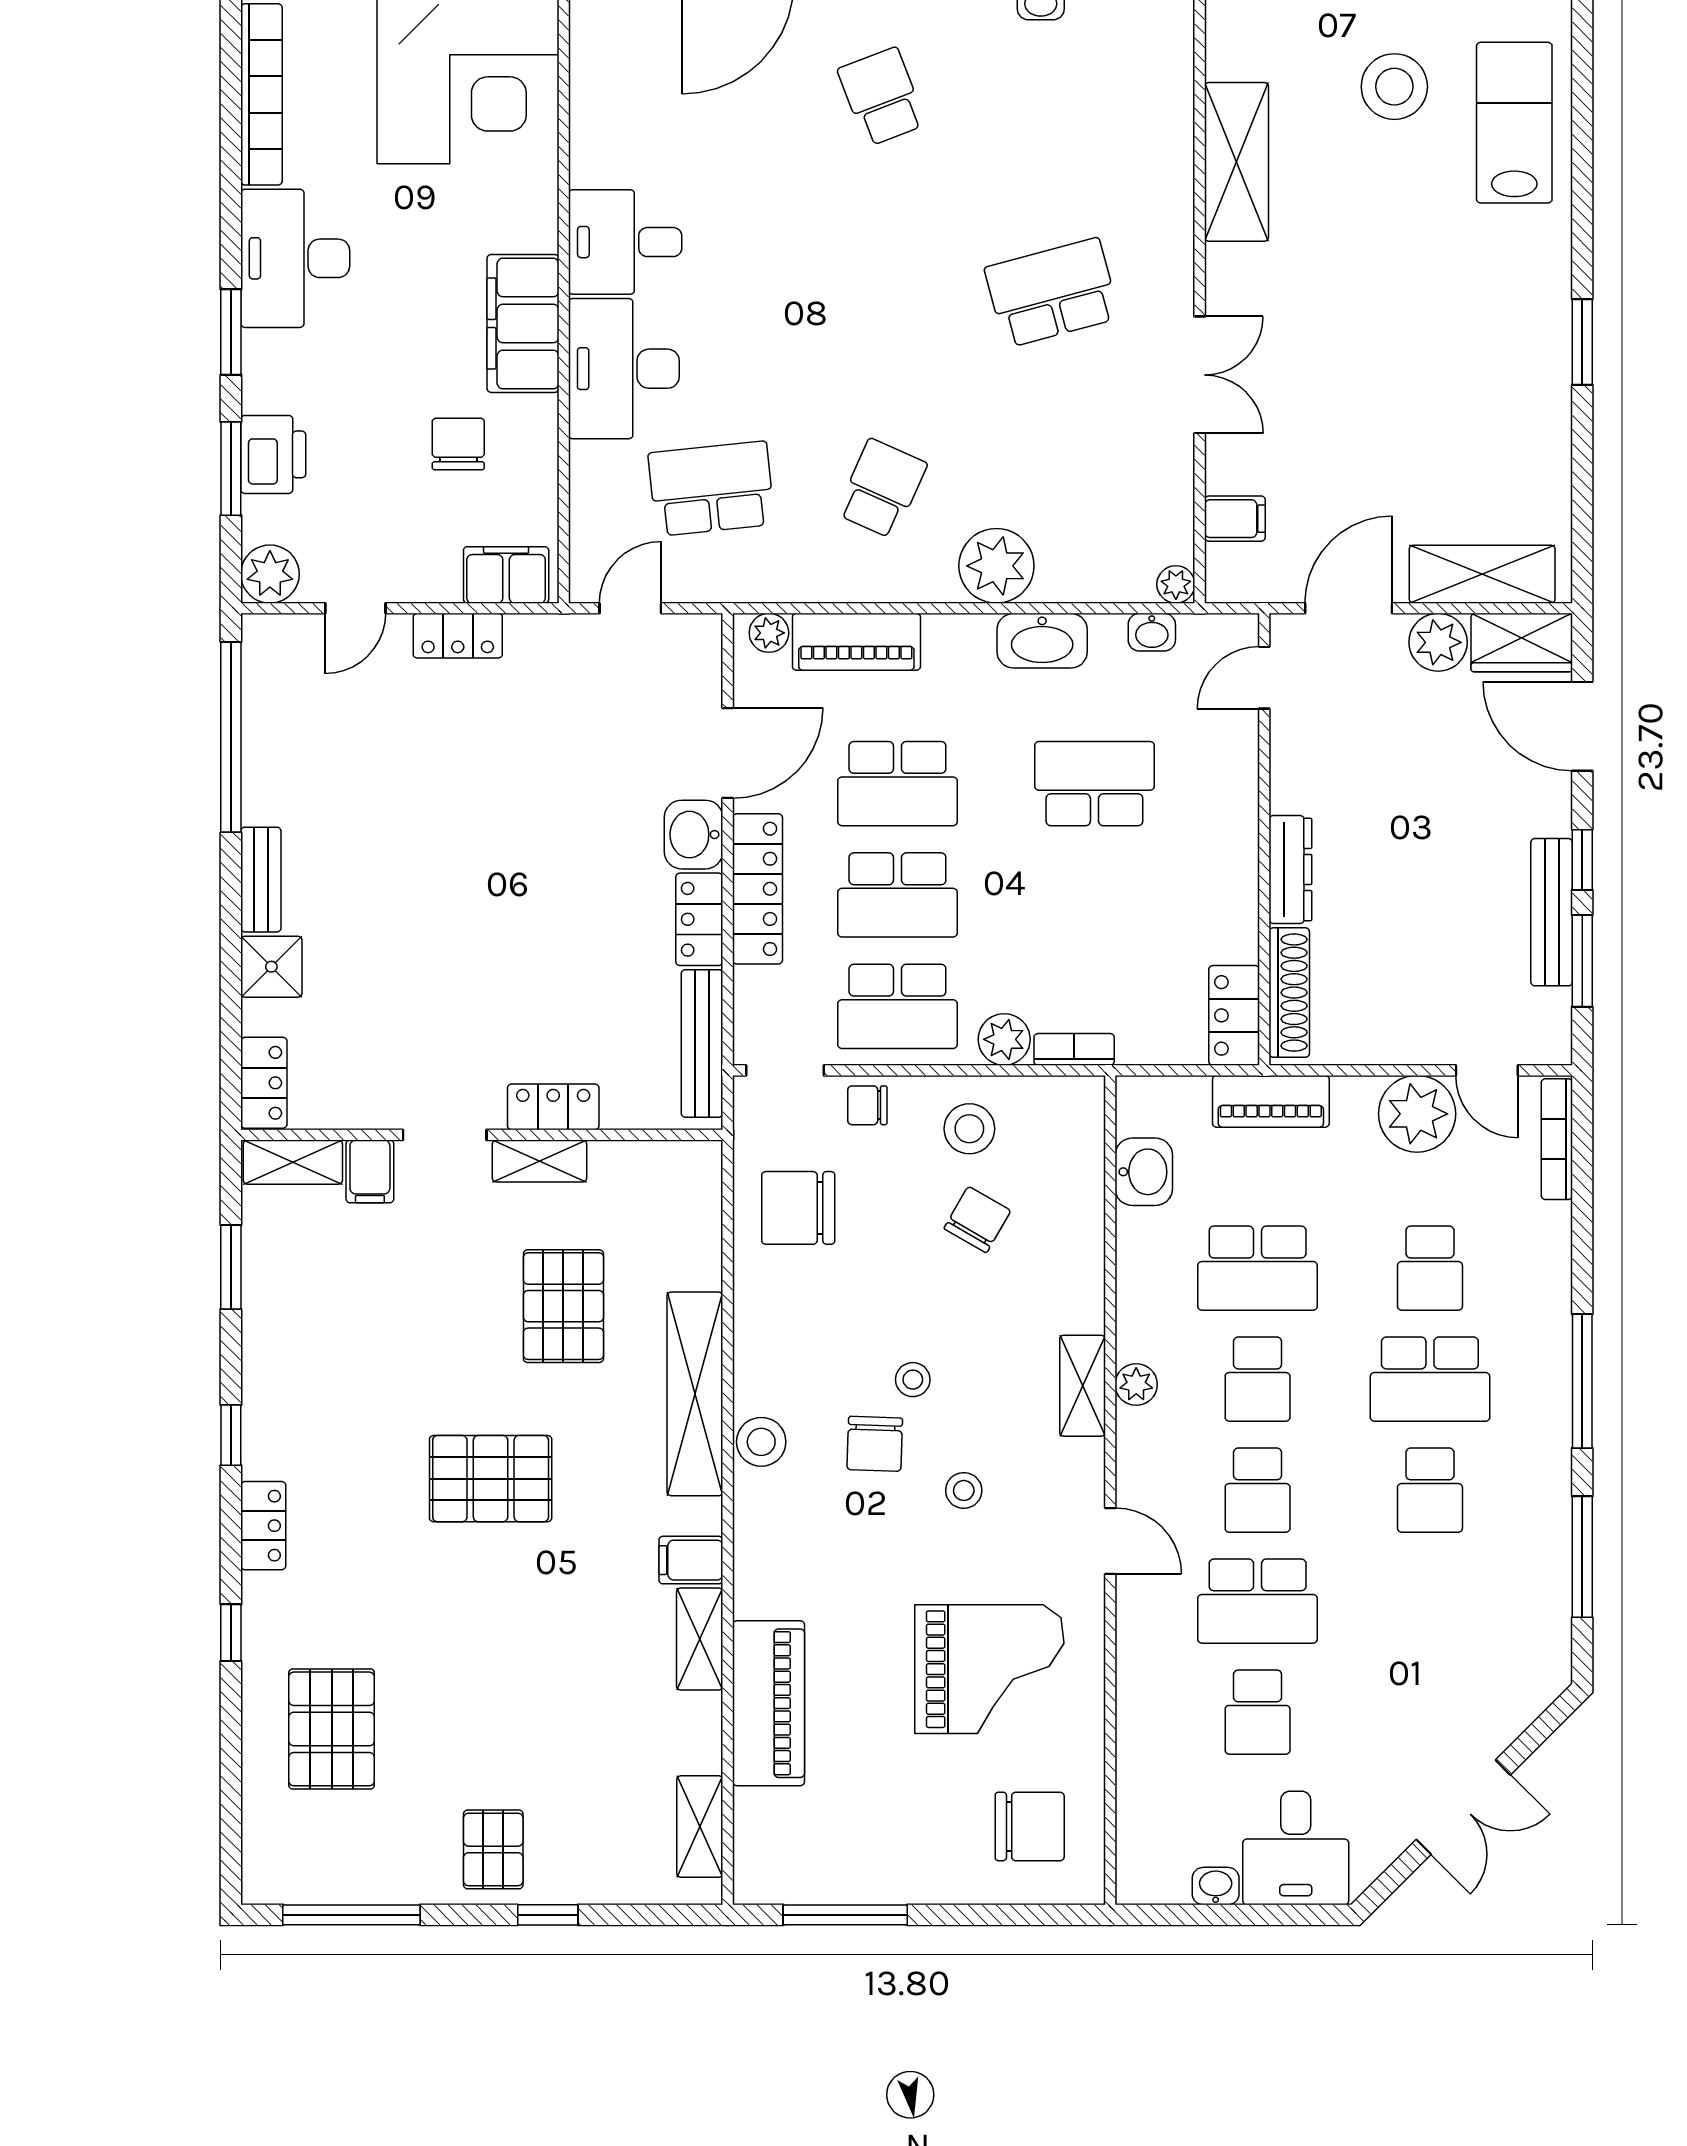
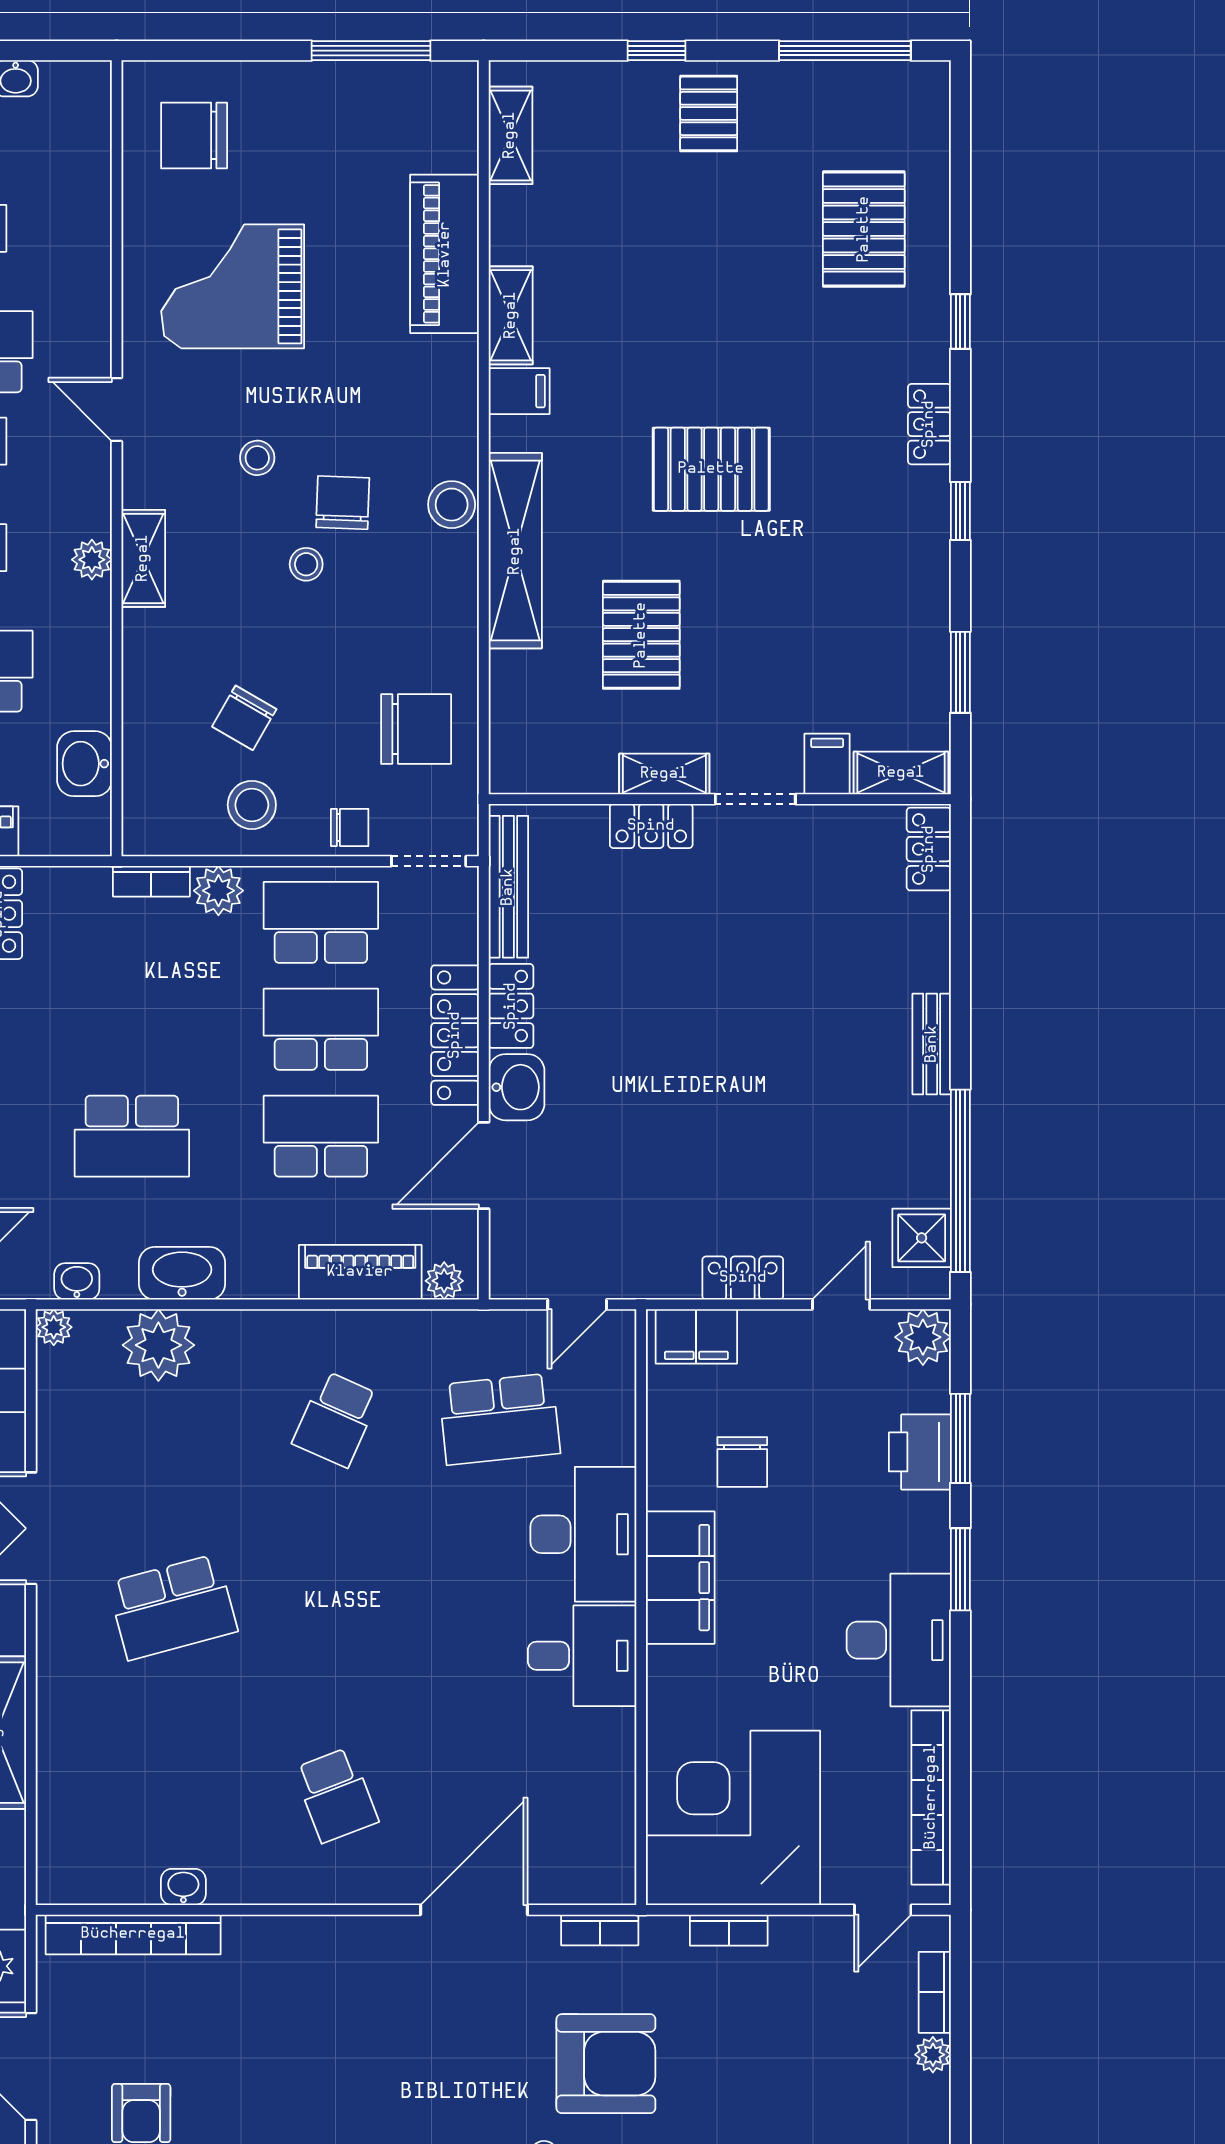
plant: (996, 566) -> (158, 1345), moved
shower: (271, 967) -> (922, 1238), moved

